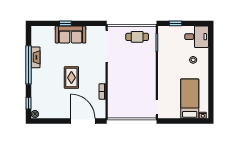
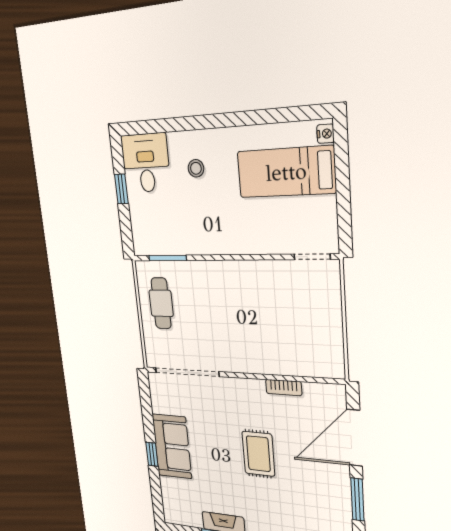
window: (175, 23) -> (121, 189), moved
rug: (71, 78) -> (258, 454), turned 90
window: (56, 121) -> (357, 500), added

